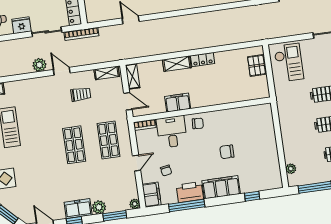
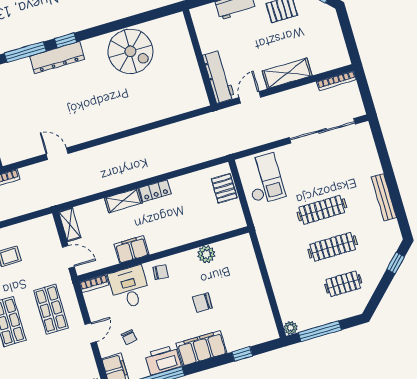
shelving: (107, 73) -> (37, 225), removed
plant: (235, 115) -> (206, 254), added
plant: (291, 169) -> (291, 328), moved

